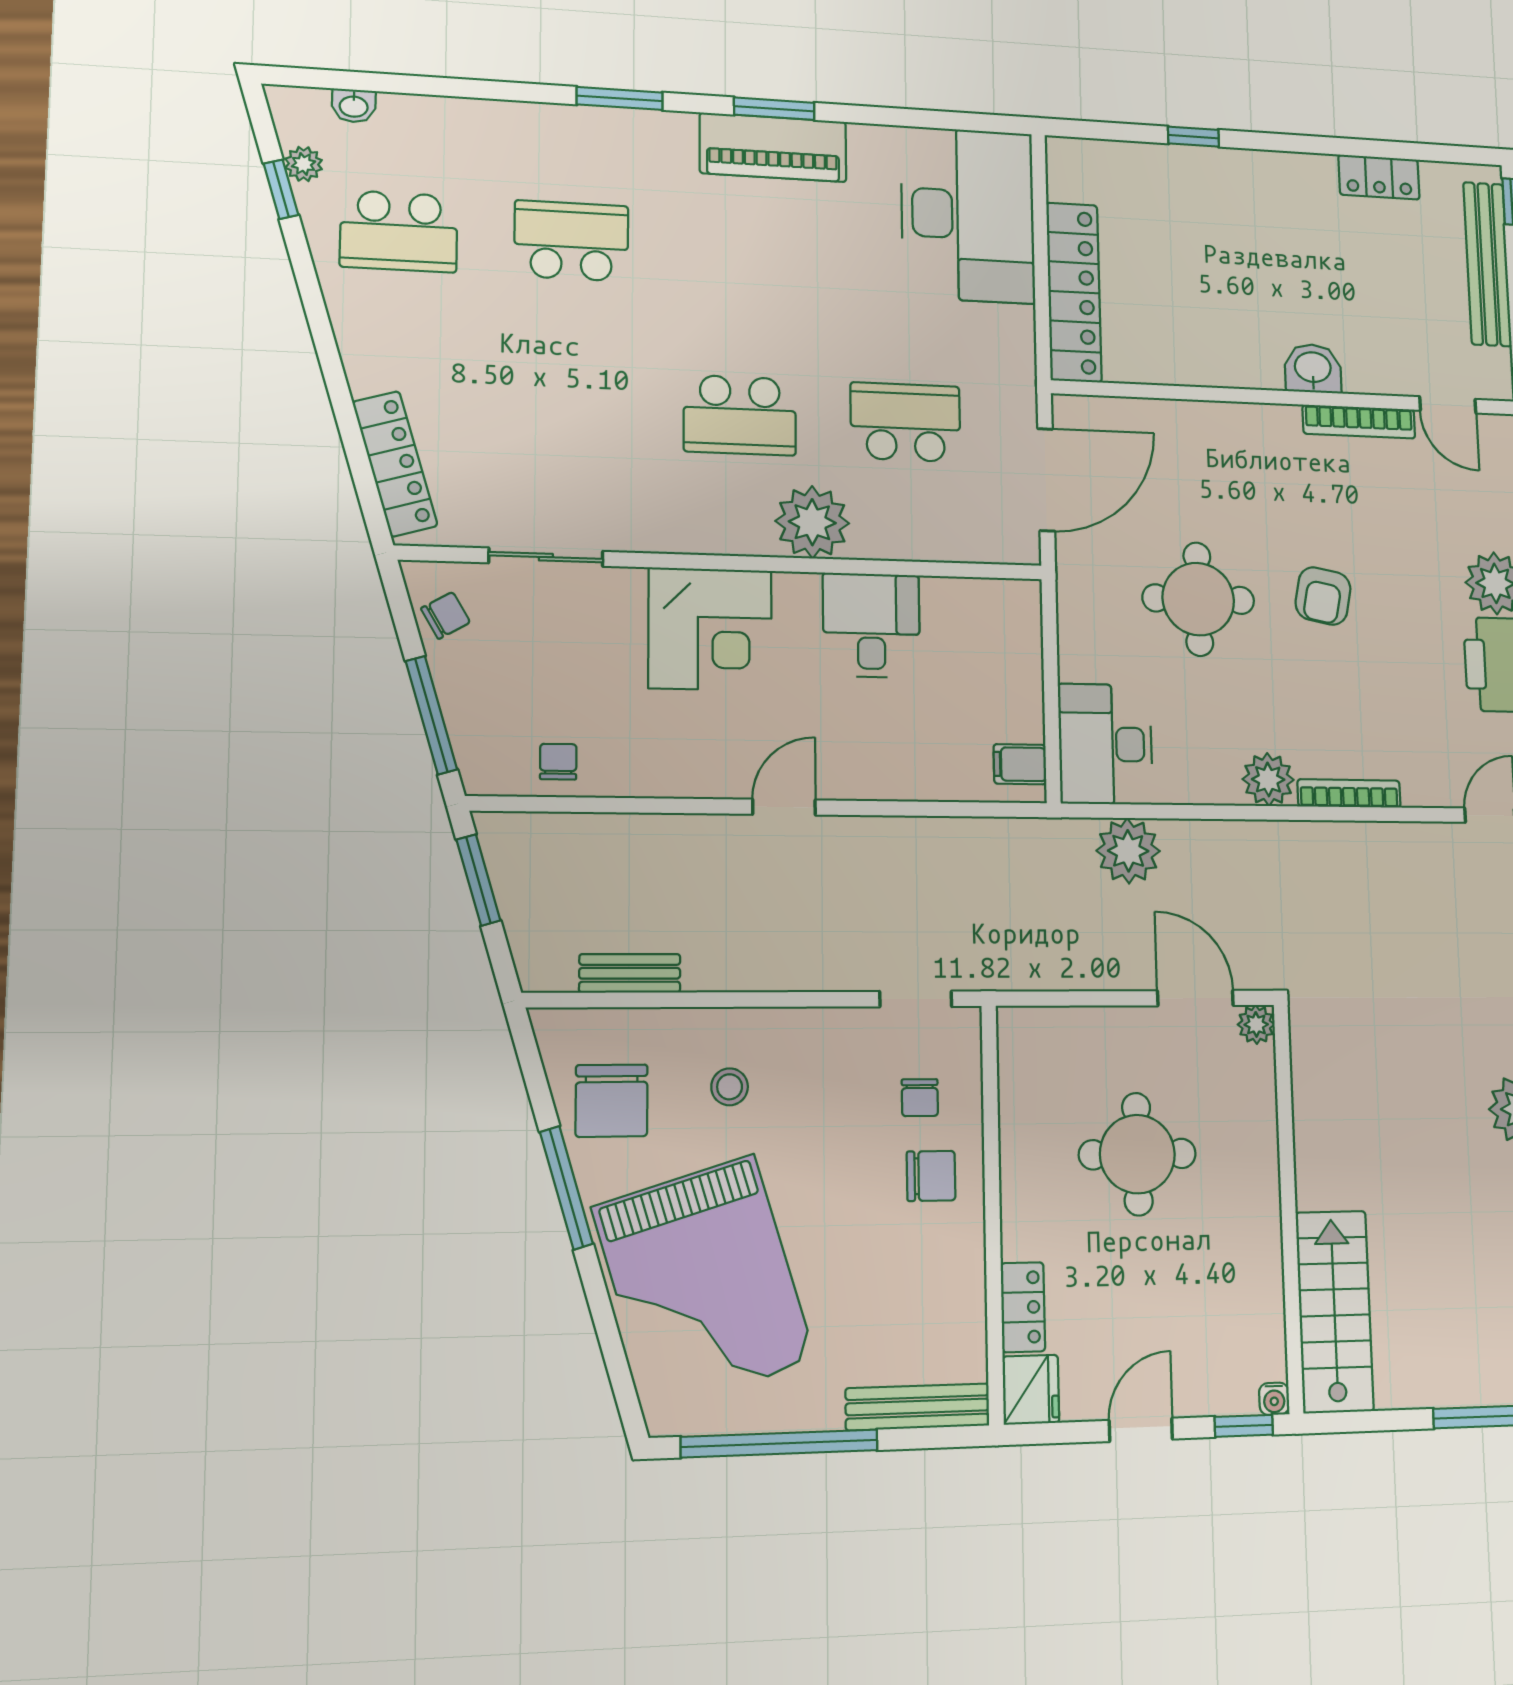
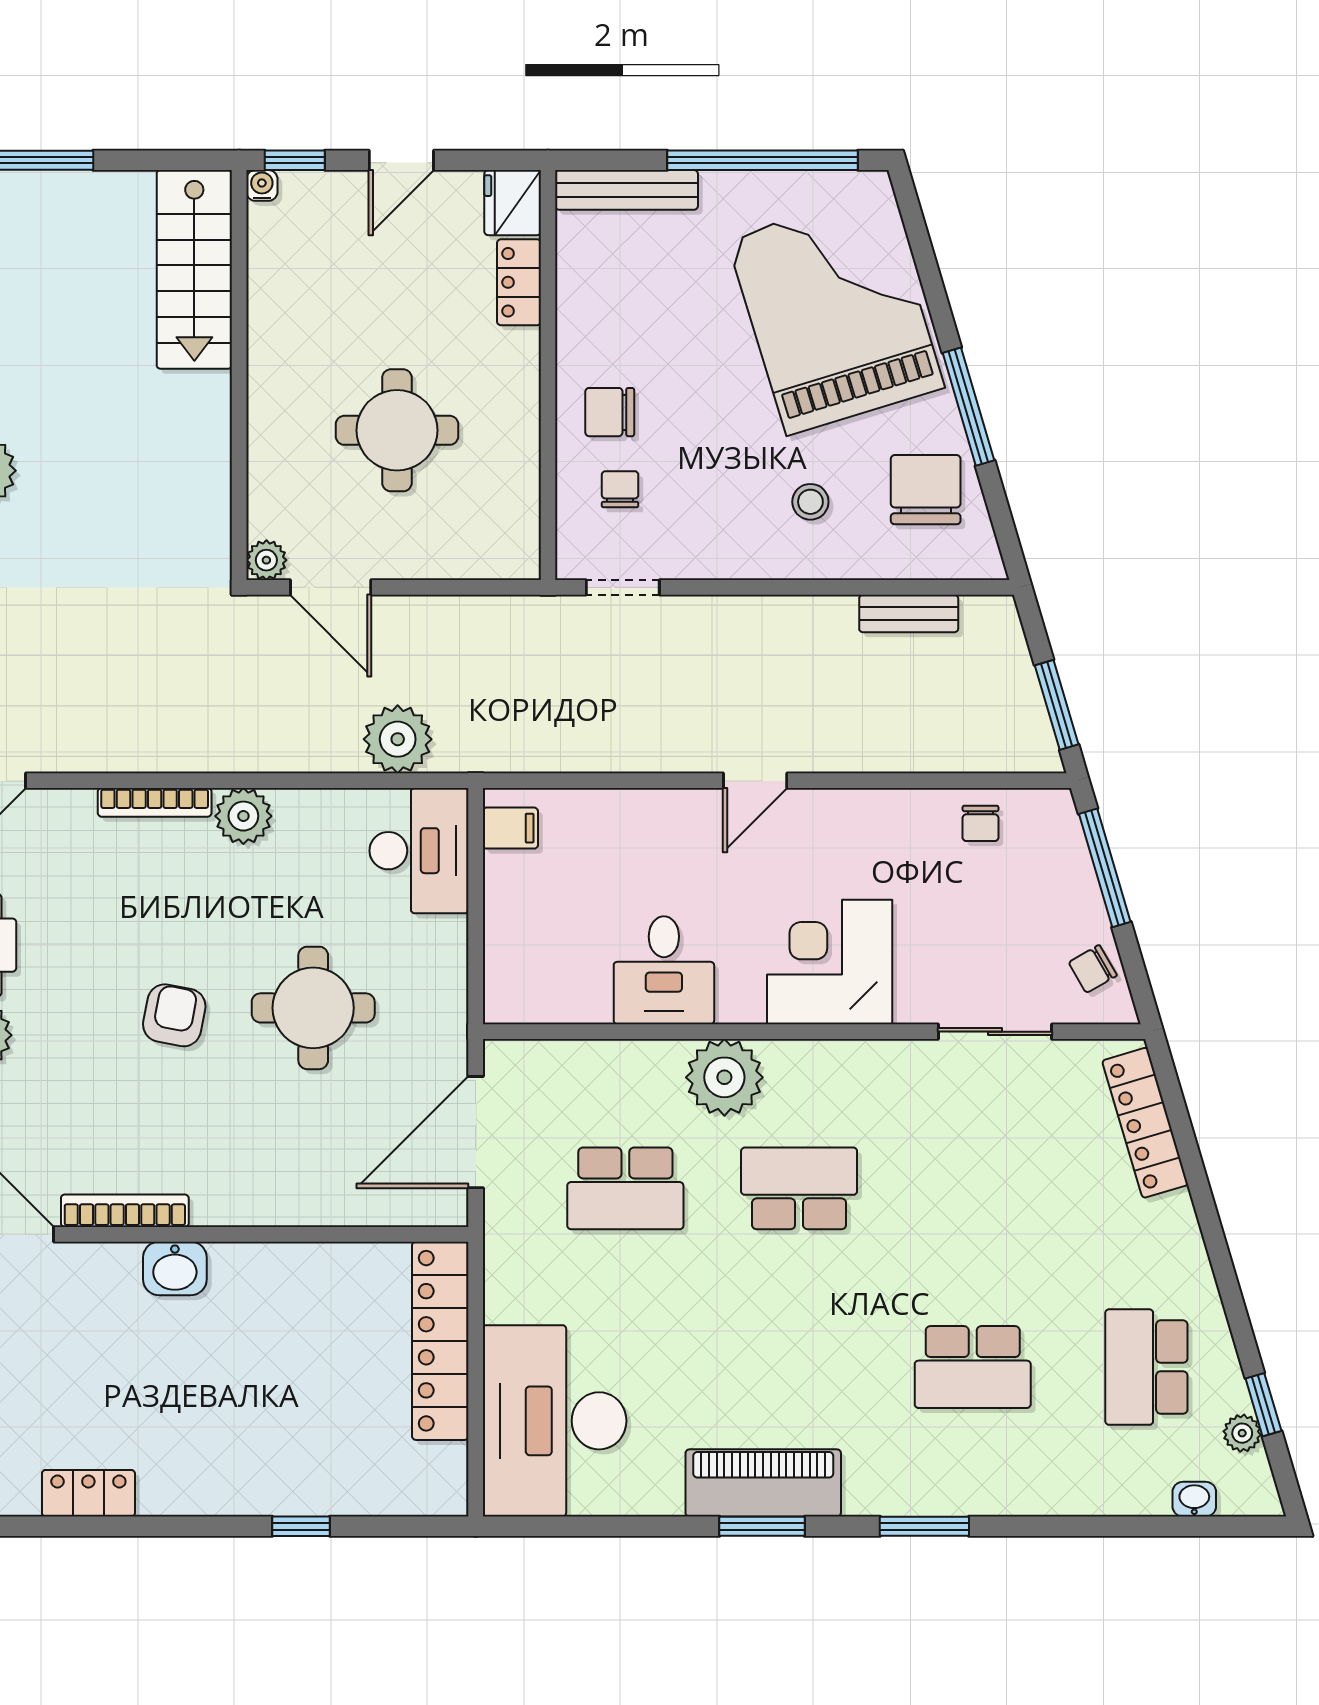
school desk: (399, 231) -> (1146, 1367), turned -90

